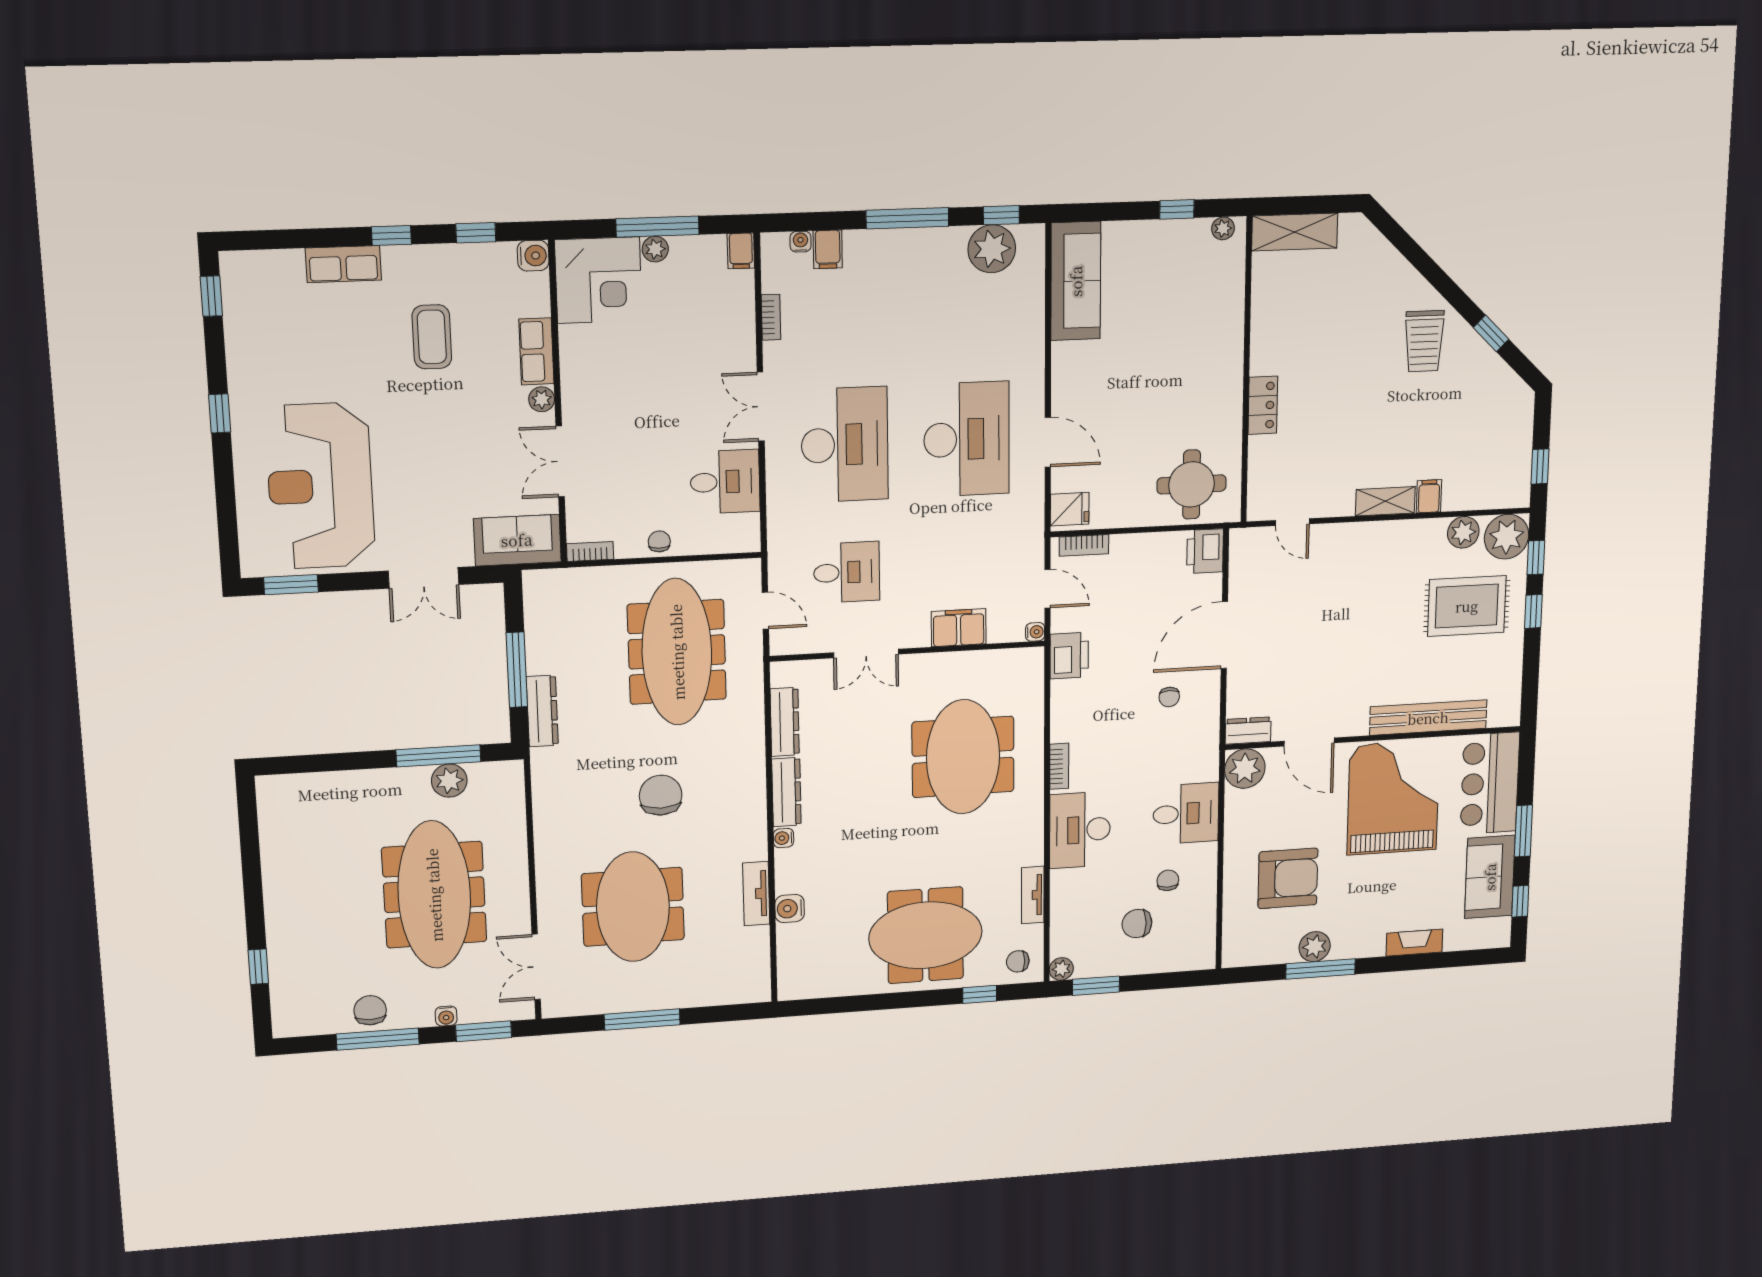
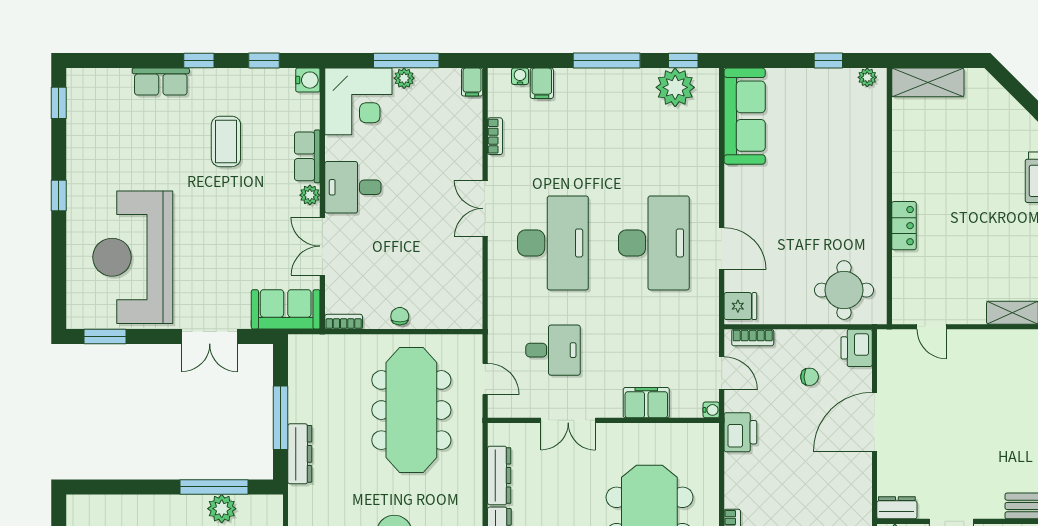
desk: (725, 482) -> (353, 187), moved, turned 180
chair: (1169, 697) -> (810, 377), moved, turned -90

